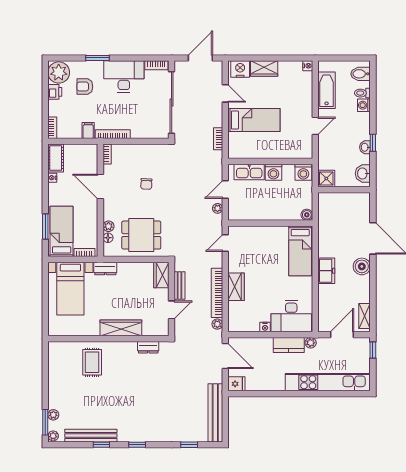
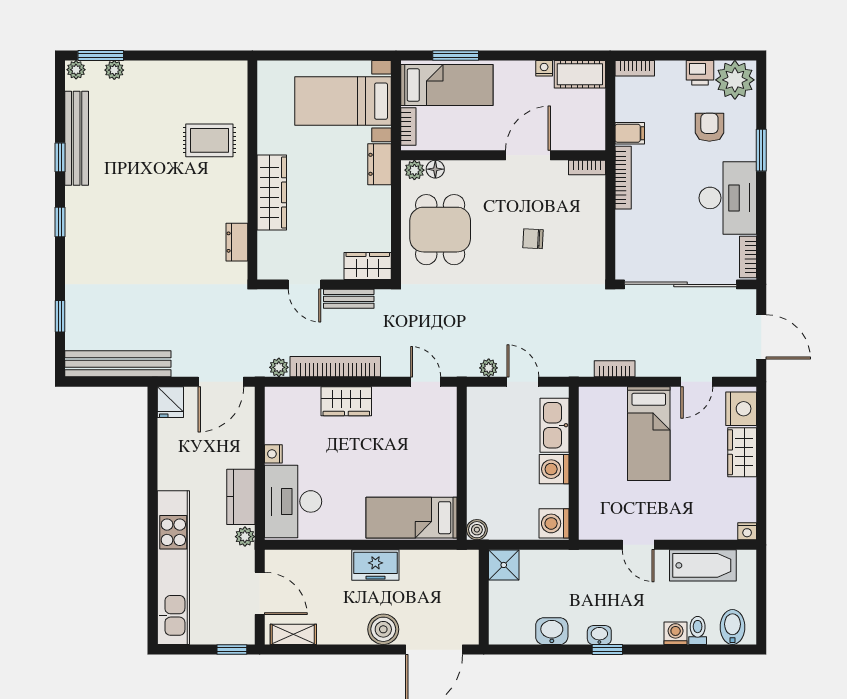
shower: (326, 179) -> (504, 565), moved
wall: (344, 190) -> (484, 597), moved
plant: (108, 226) -> (414, 170), moved

